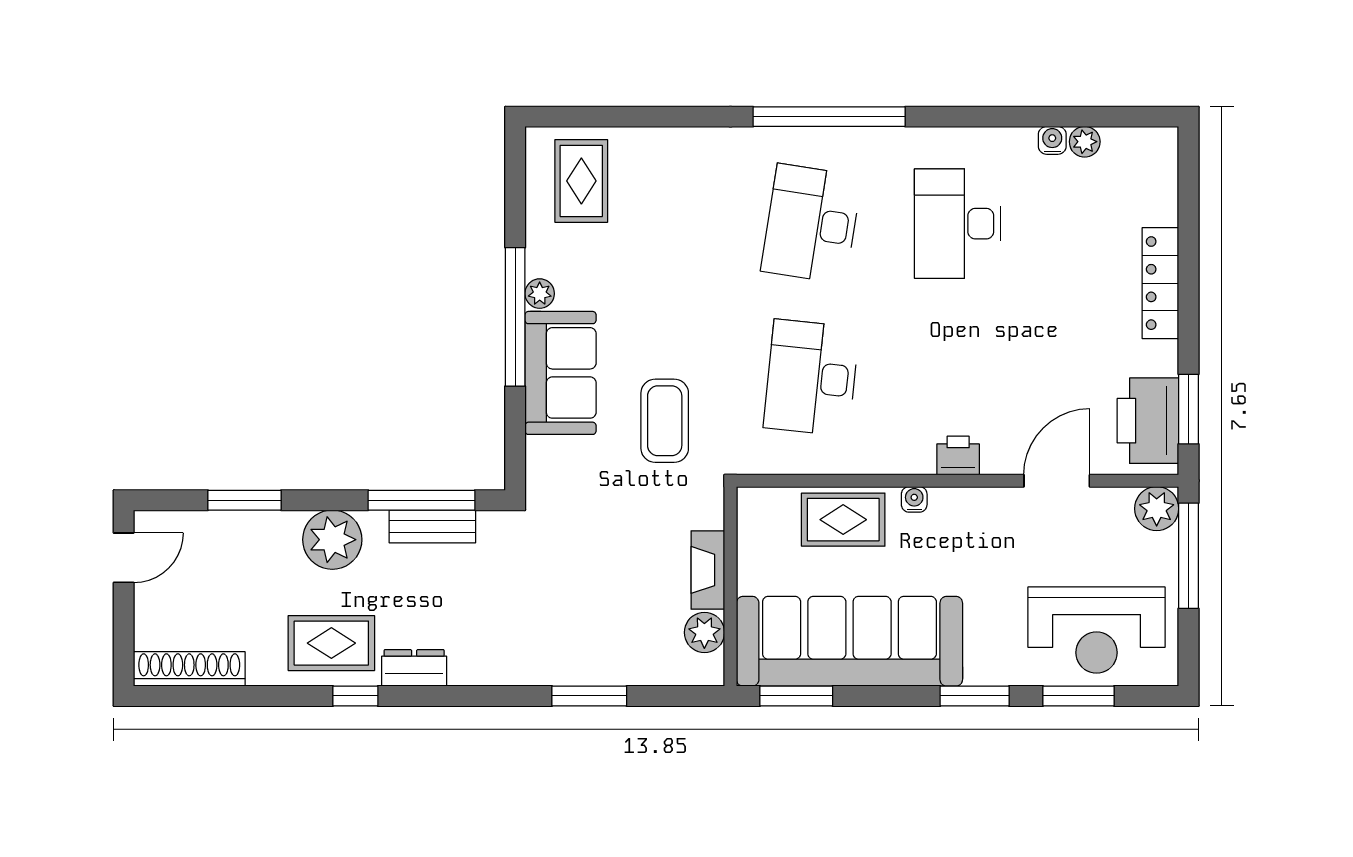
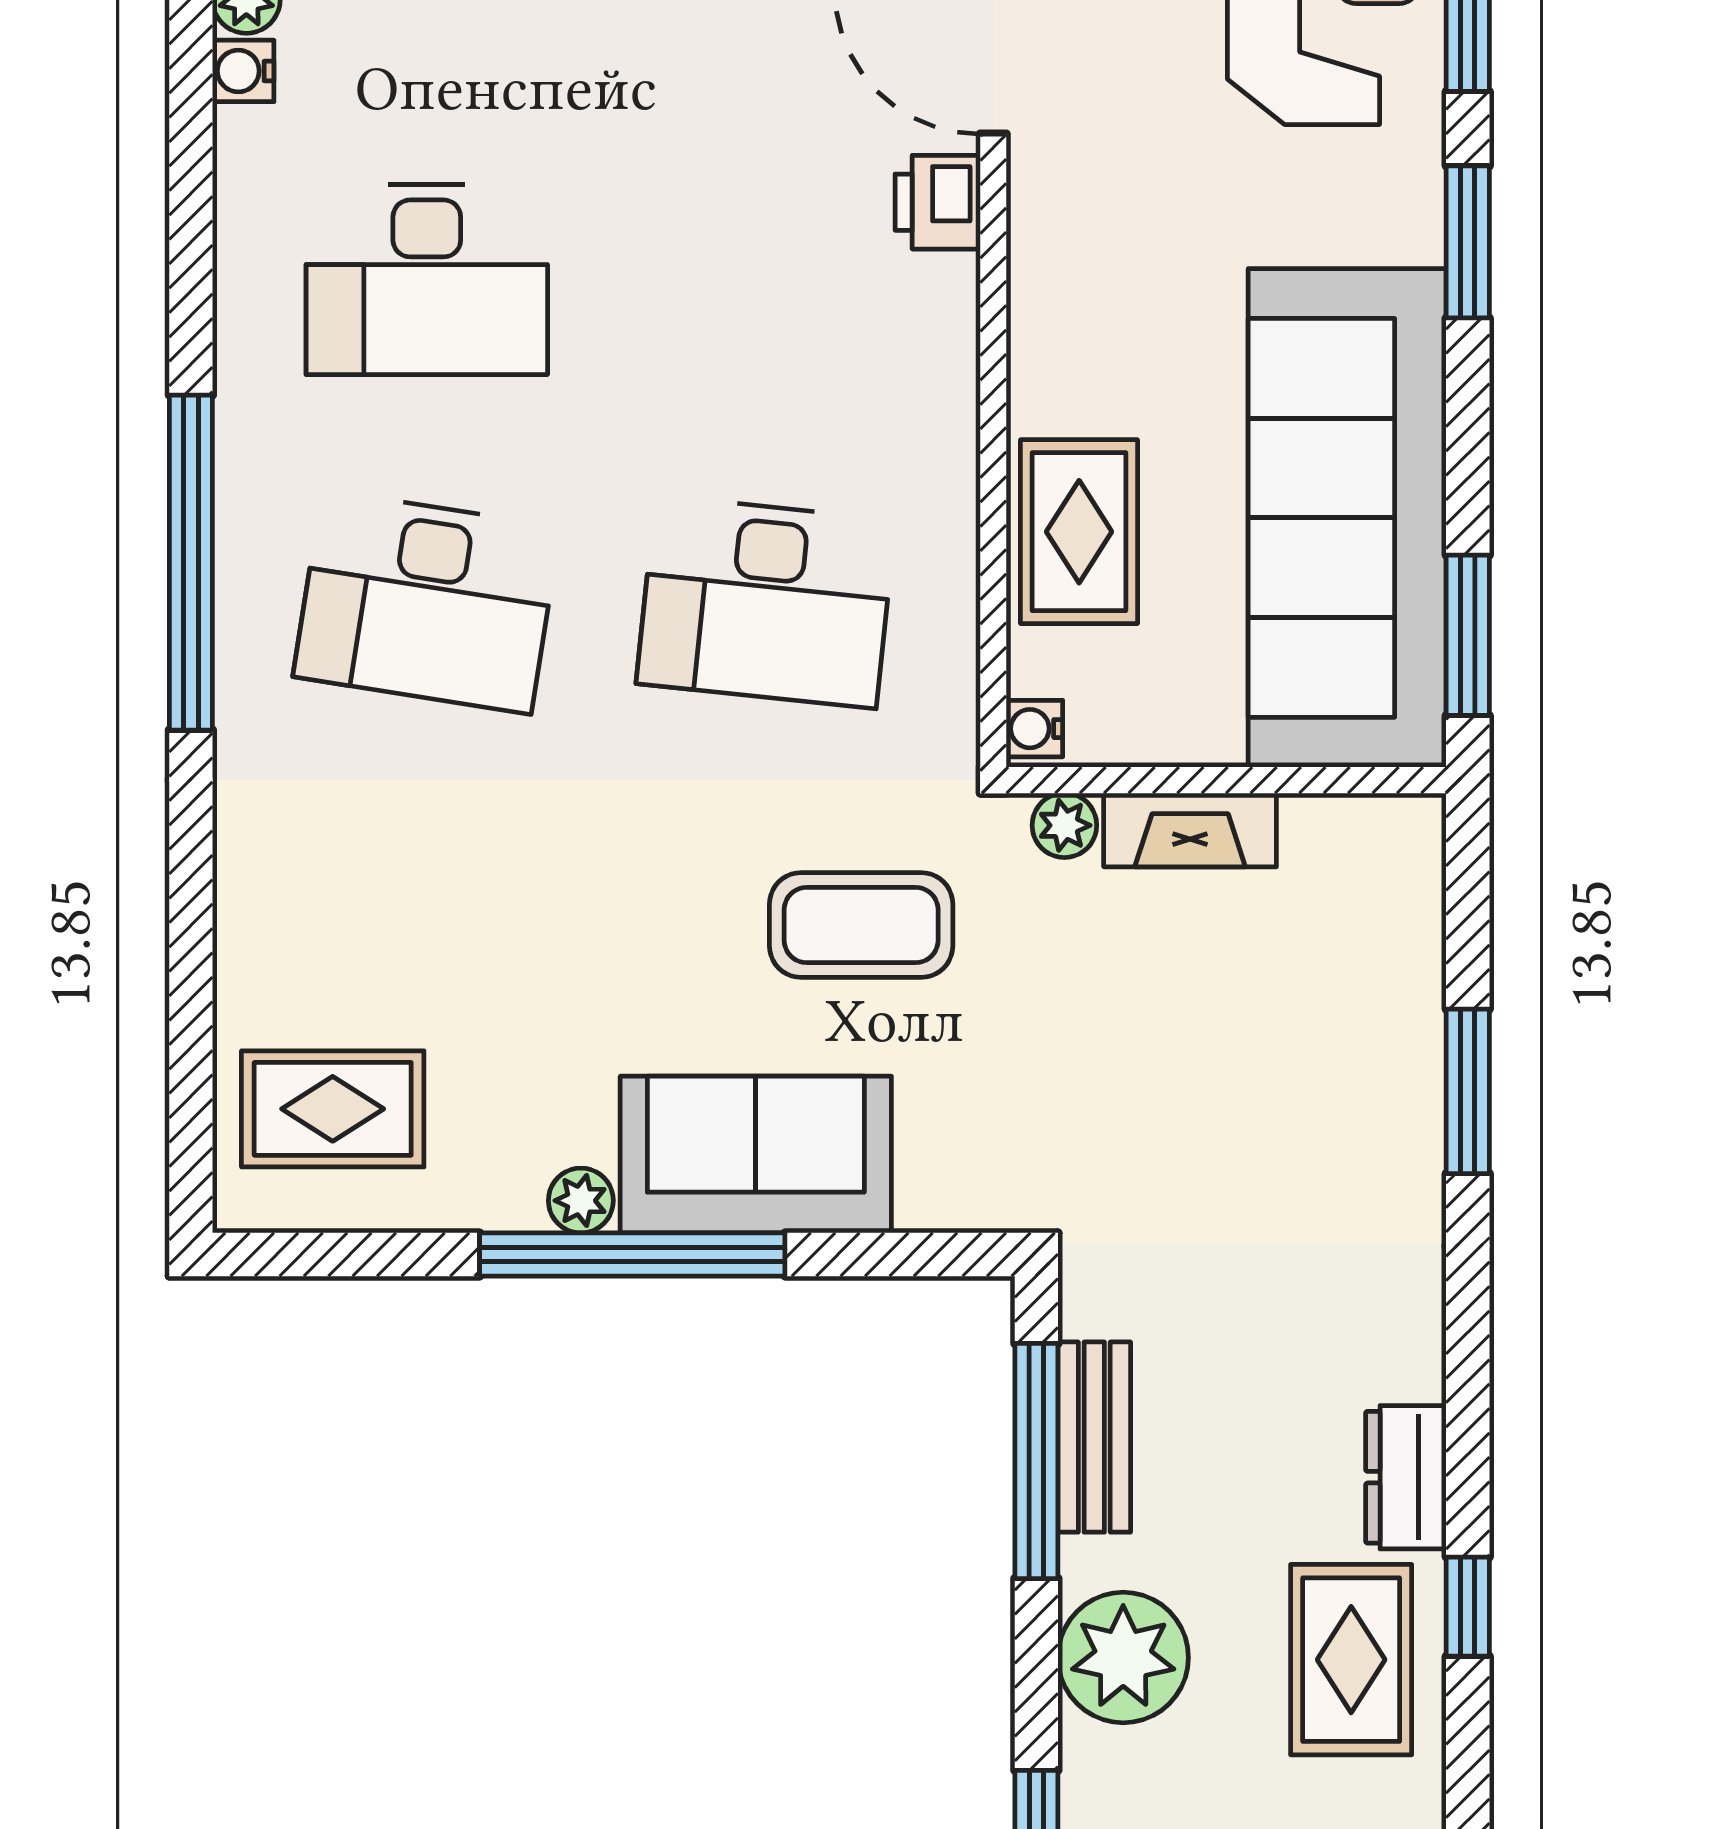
printer: (958, 455) -> (938, 202), moved
water cooler: (914, 499) -> (1034, 729), moved
plant: (704, 632) -> (1064, 825), moved, width x0.73, depth x0.73

